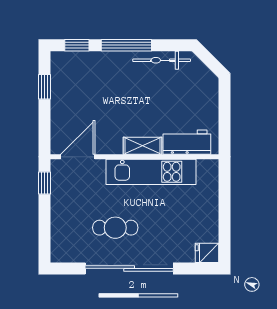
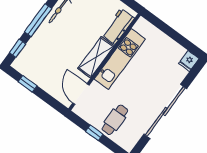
shelving: (142, 146) -> (96, 57), width x1.50, depth x1.33
window: (45, 183) -> (94, 133), moved
cafe table: (115, 228) -> (115, 120), moved

